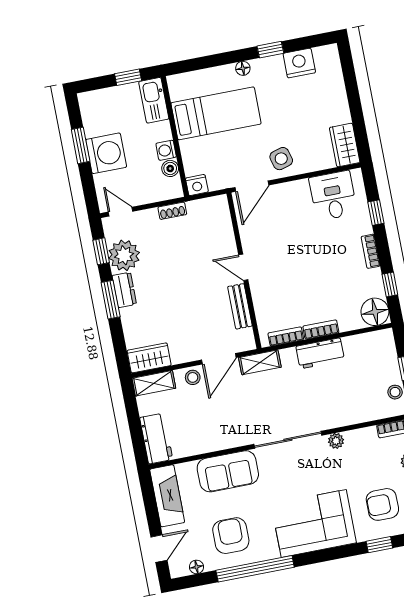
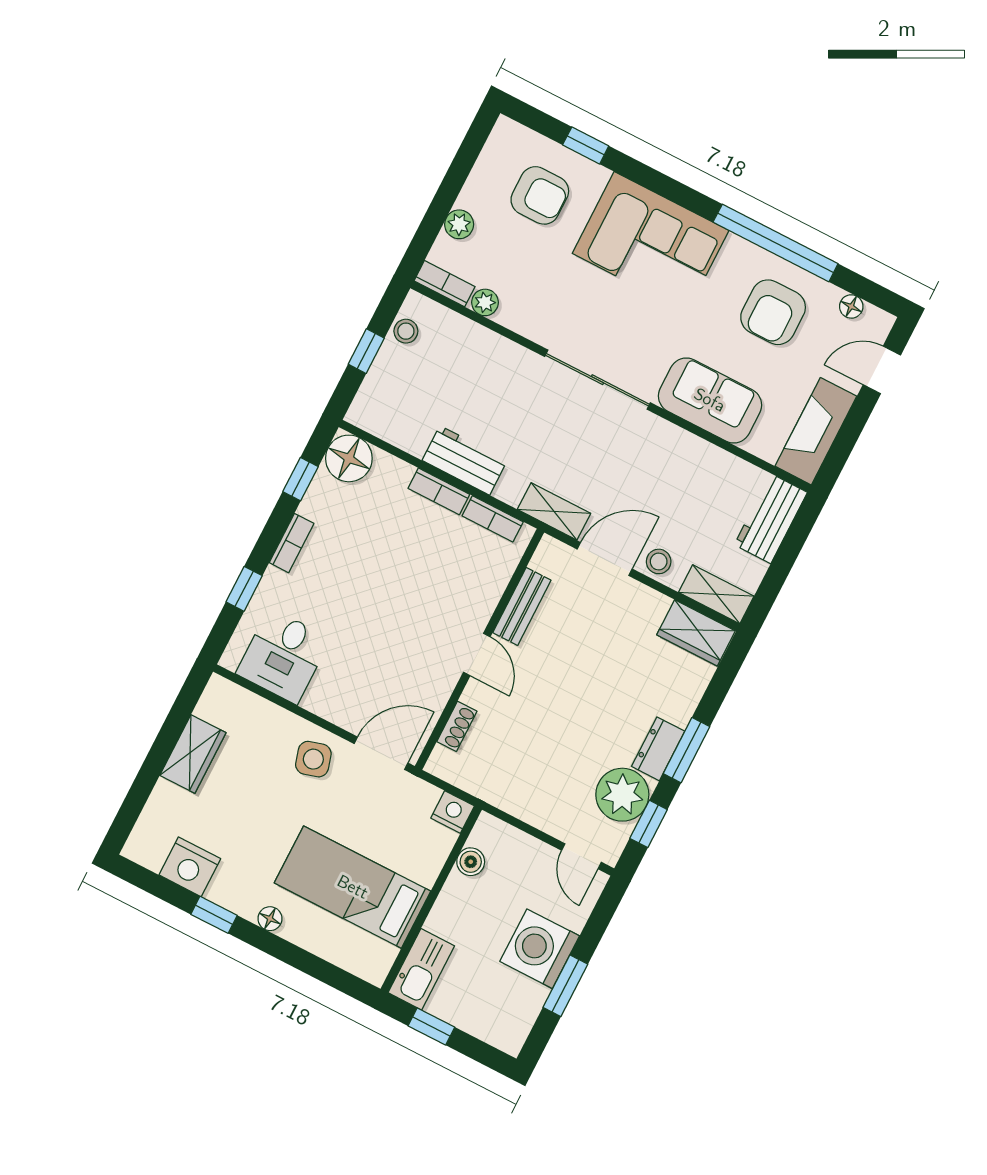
wardrobe: (345, 145) -> (193, 754), moved
washing machine: (166, 150) -> (457, 890), removed
shoe rack: (172, 211) -> (457, 726), moved, turned 90
plant: (336, 441) -> (485, 302), moved

